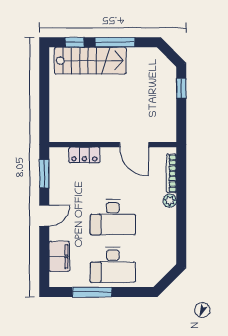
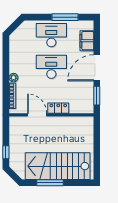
window: (75, 42) -> (77, 183), removed
stairs: (90, 61) -> (58, 166), width x1.36, depth x1.51
locker: (84, 155) -> (58, 108), moved
door: (44, 216) -> (97, 68), width x1.88

